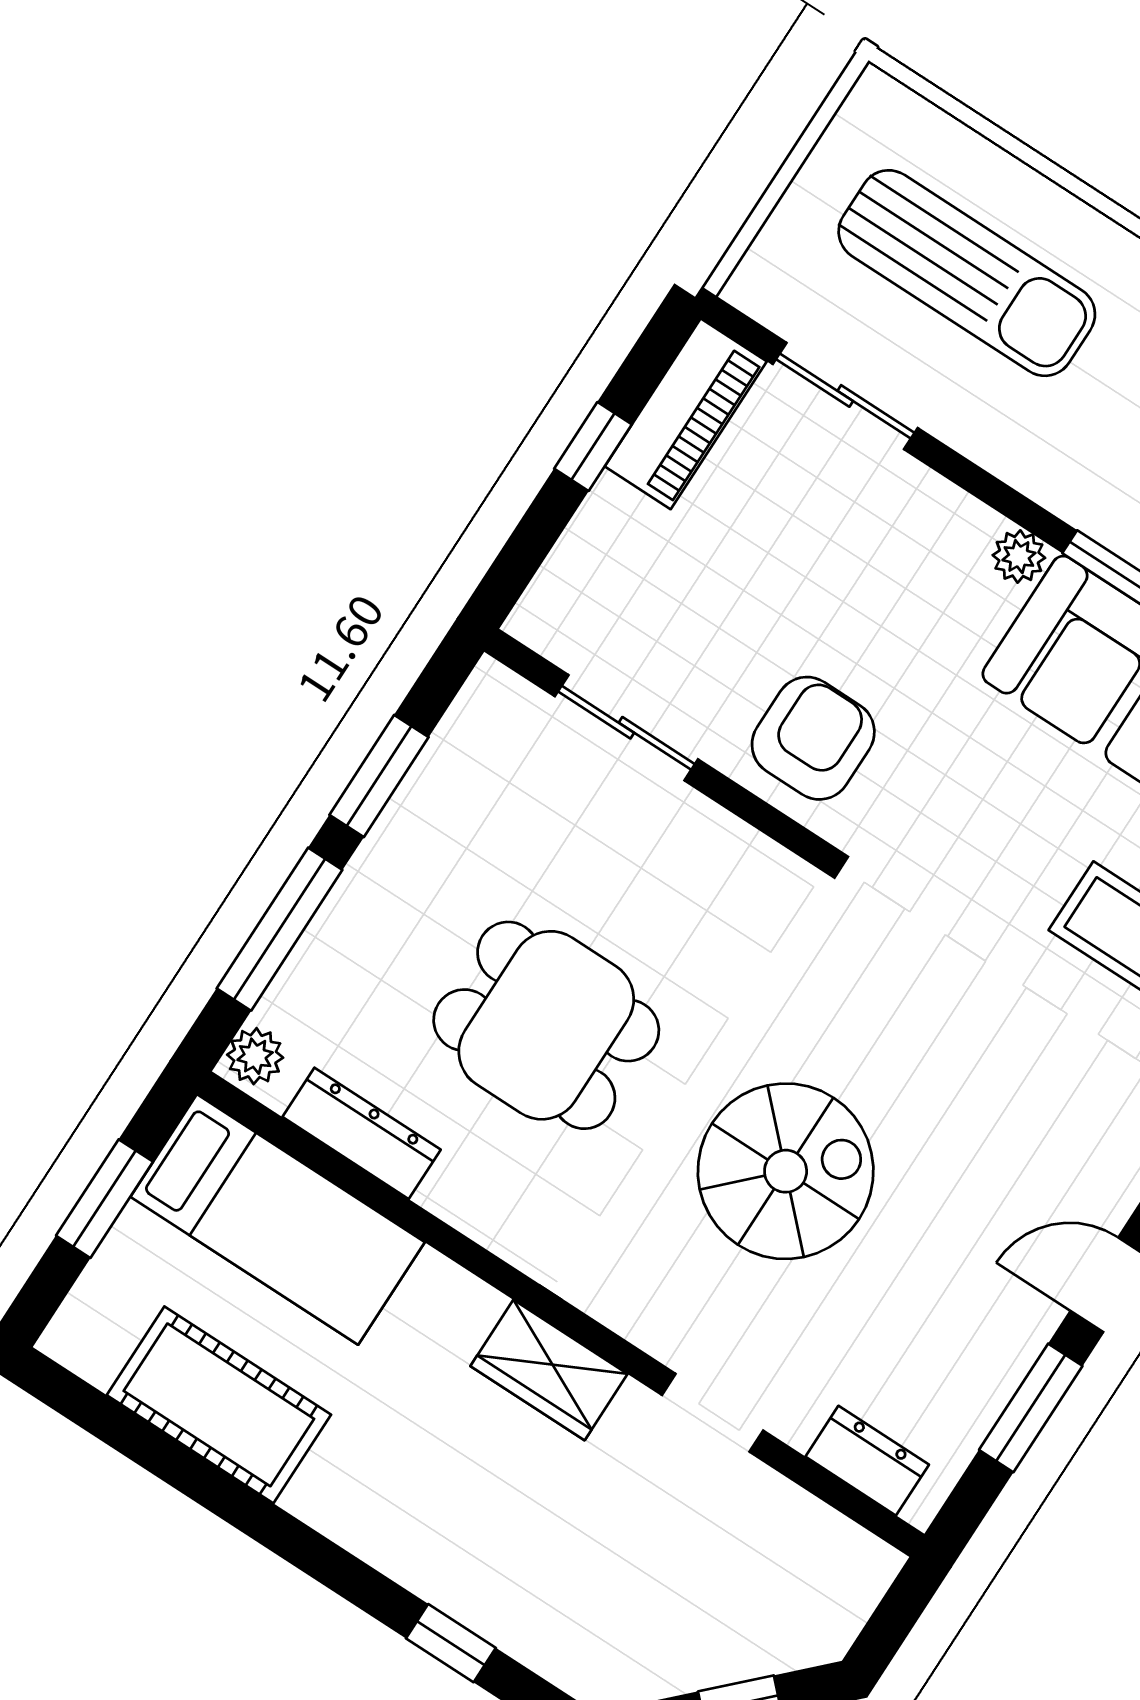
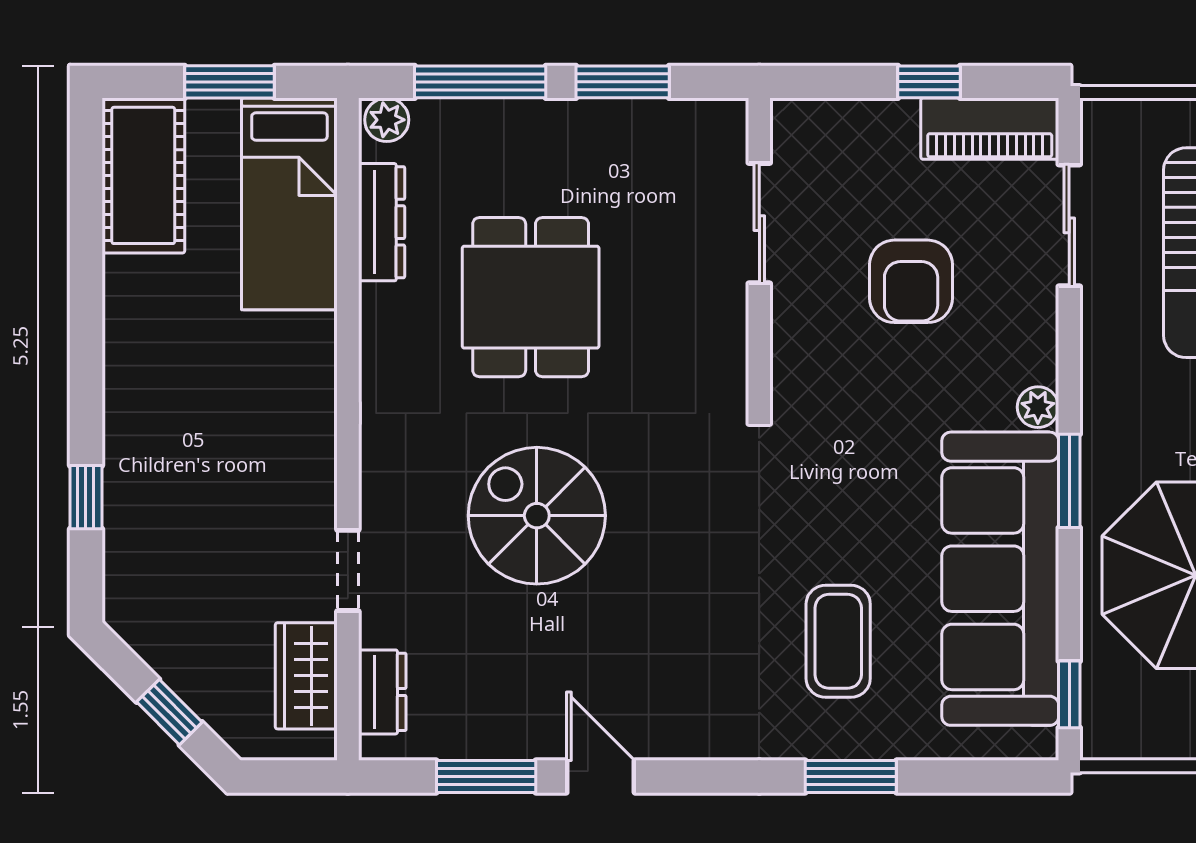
armchair: (813, 738) -> (911, 281), moved, turned 90
spiral stairs: (786, 1171) -> (537, 516), turned 180
wardrobe: (549, 1370) -> (306, 676), moved
cot: (219, 1405) -> (143, 175), moved

